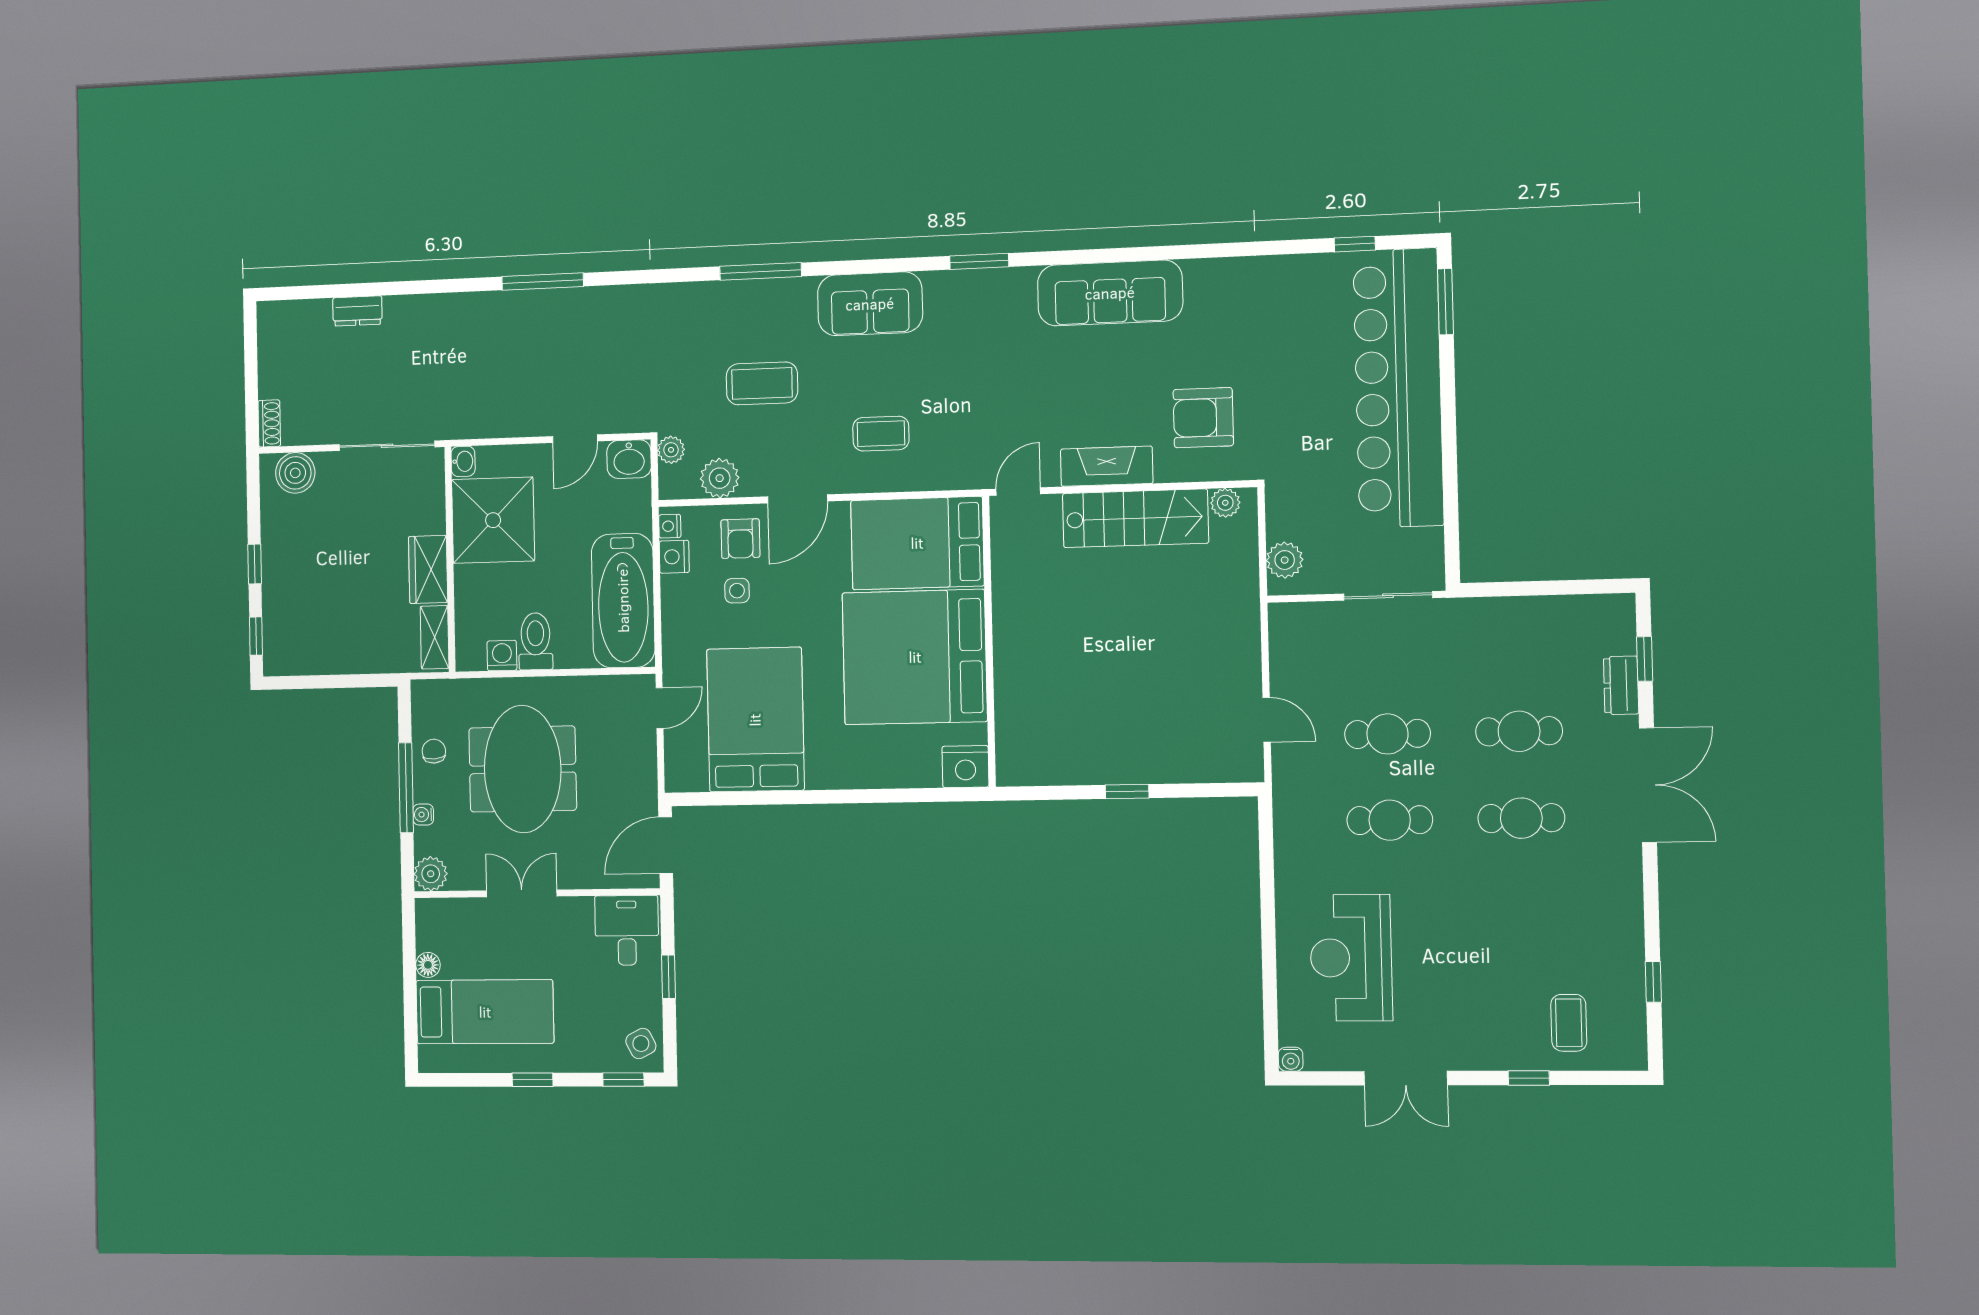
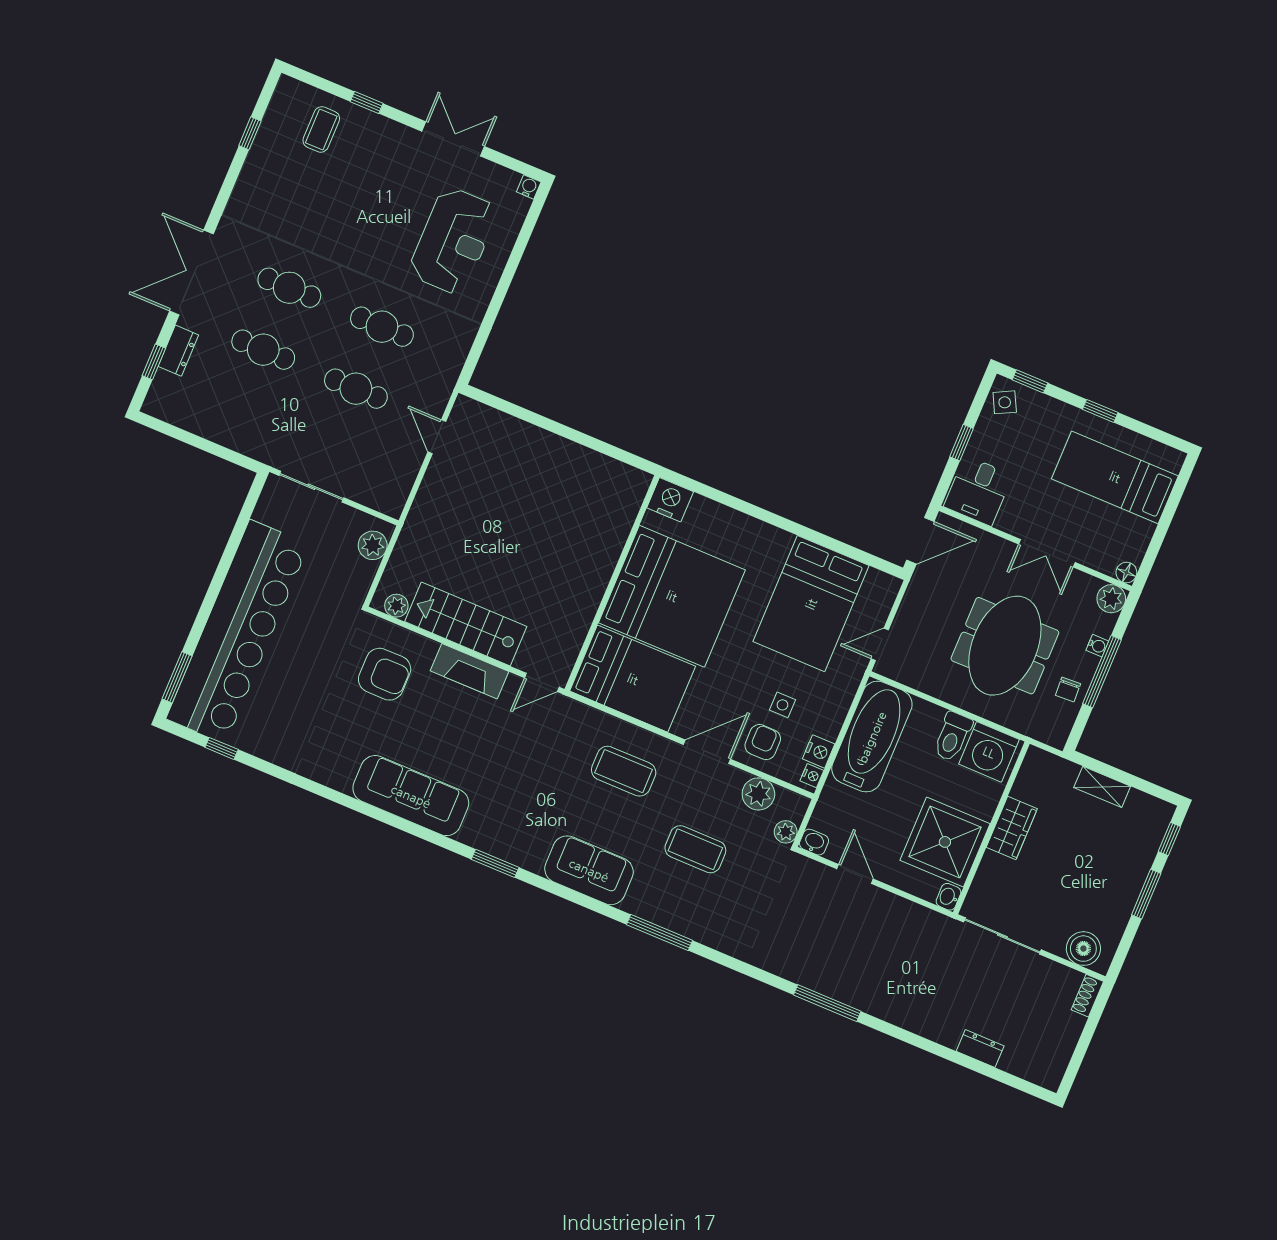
coffee table: (881, 434) -> (624, 771), width x1.36, depth x1.30
door: (575, 439) -> (855, 874), hinge flipped
washbasin: (629, 459) -> (814, 842), width x0.72, depth x0.69
window: (255, 564) -> (1146, 894), width x1.50
shelving: (435, 637) -> (1102, 787), moved, turned 90
washing machine: (502, 656) -> (989, 752), width x1.89, depth x1.89
window: (1127, 792) -> (560, 430), removed
floor lamp: (428, 965) -> (1126, 572), moved

